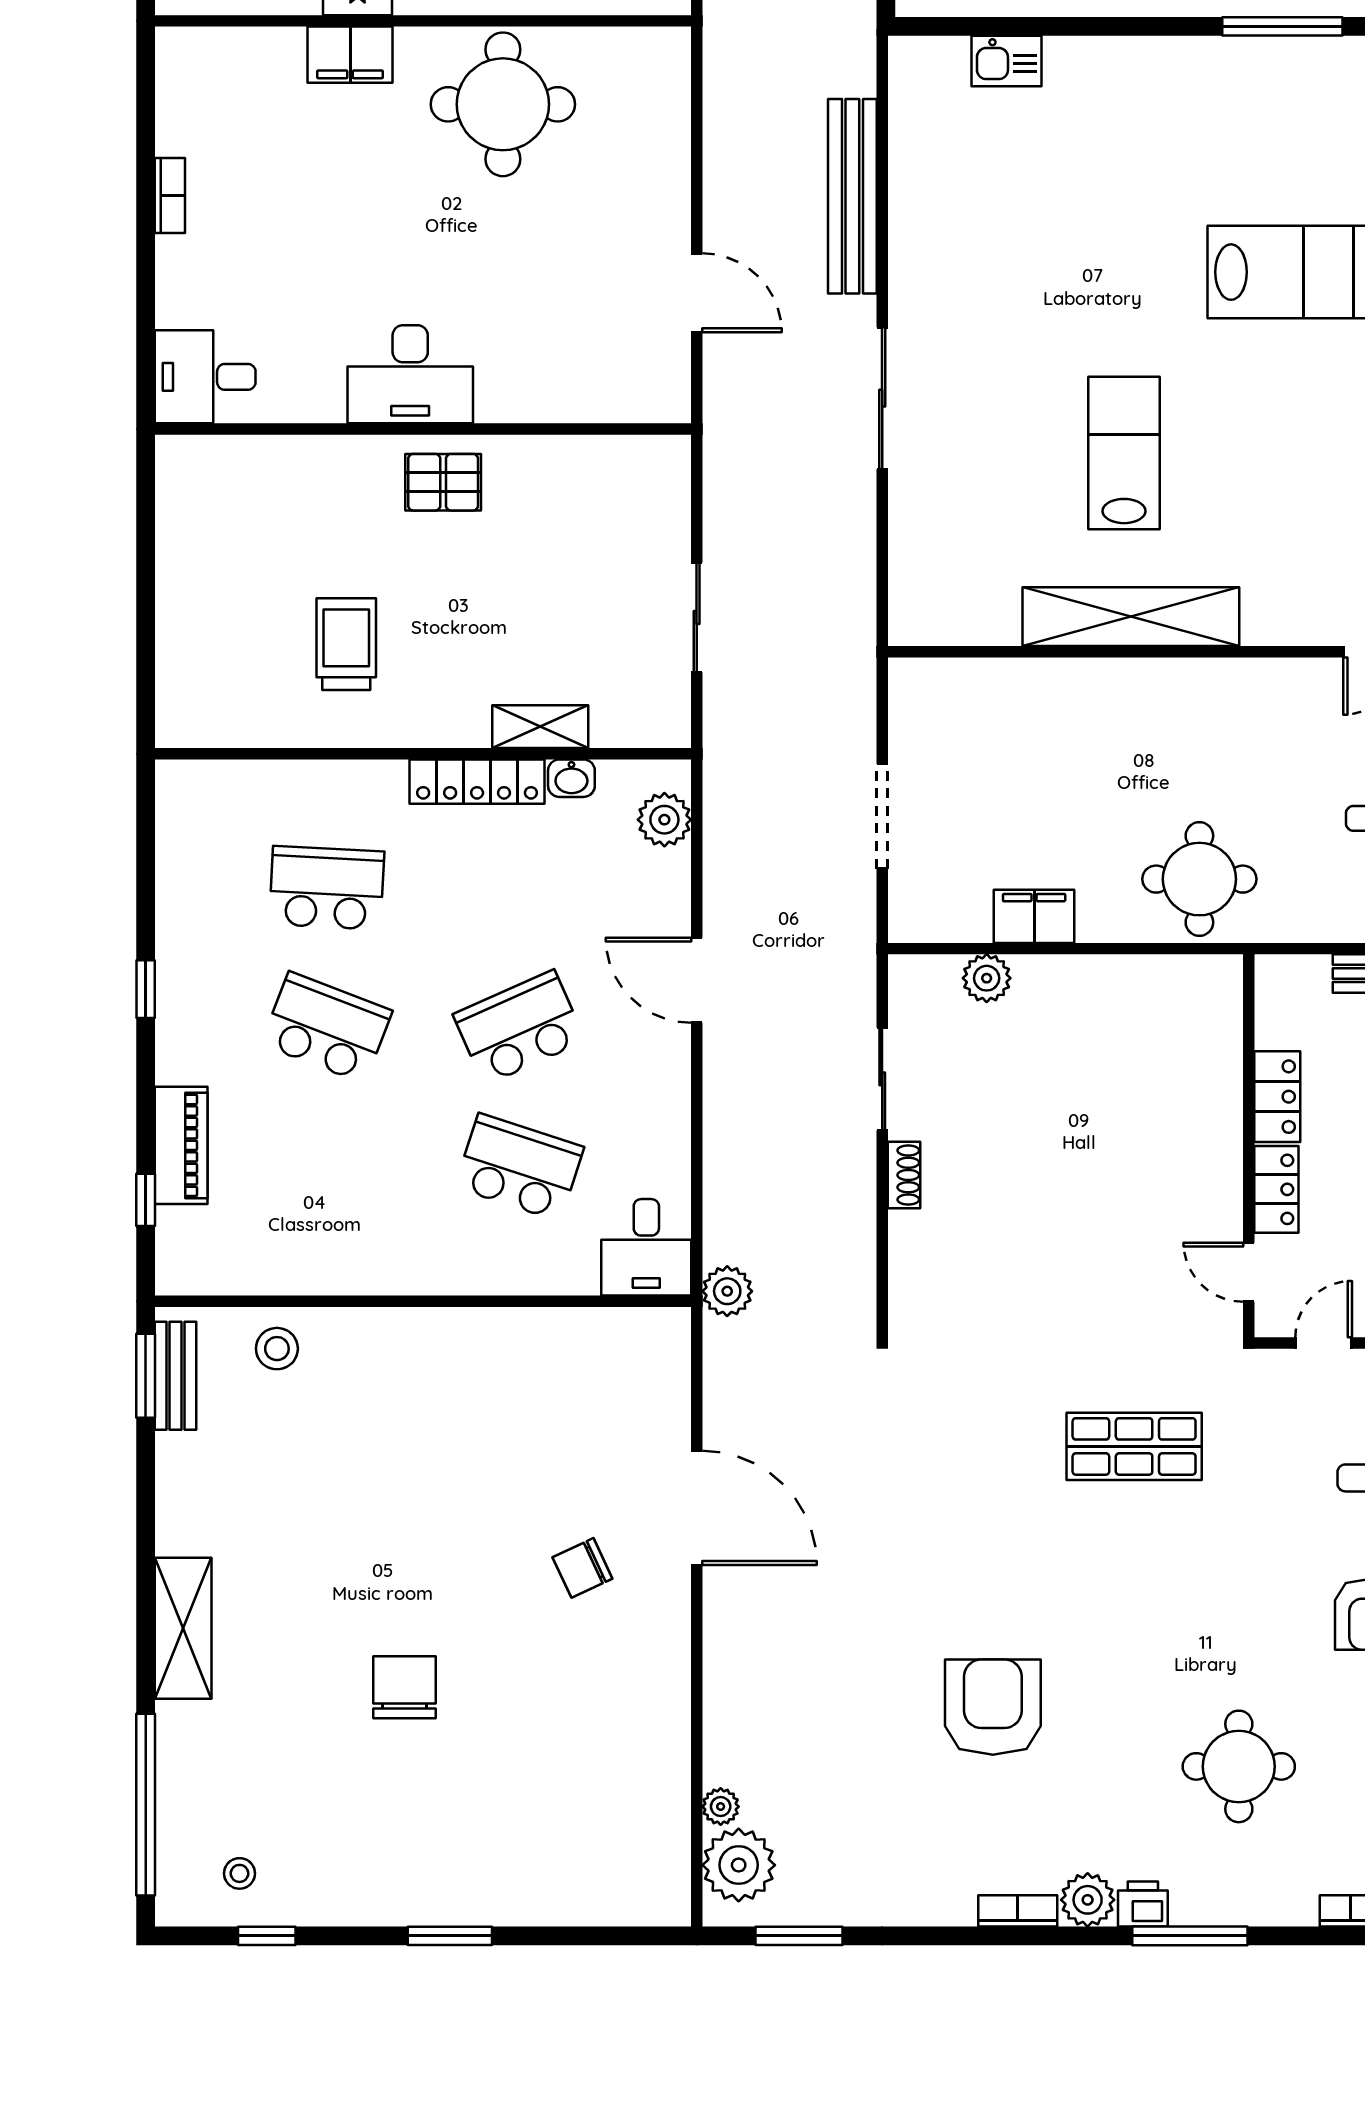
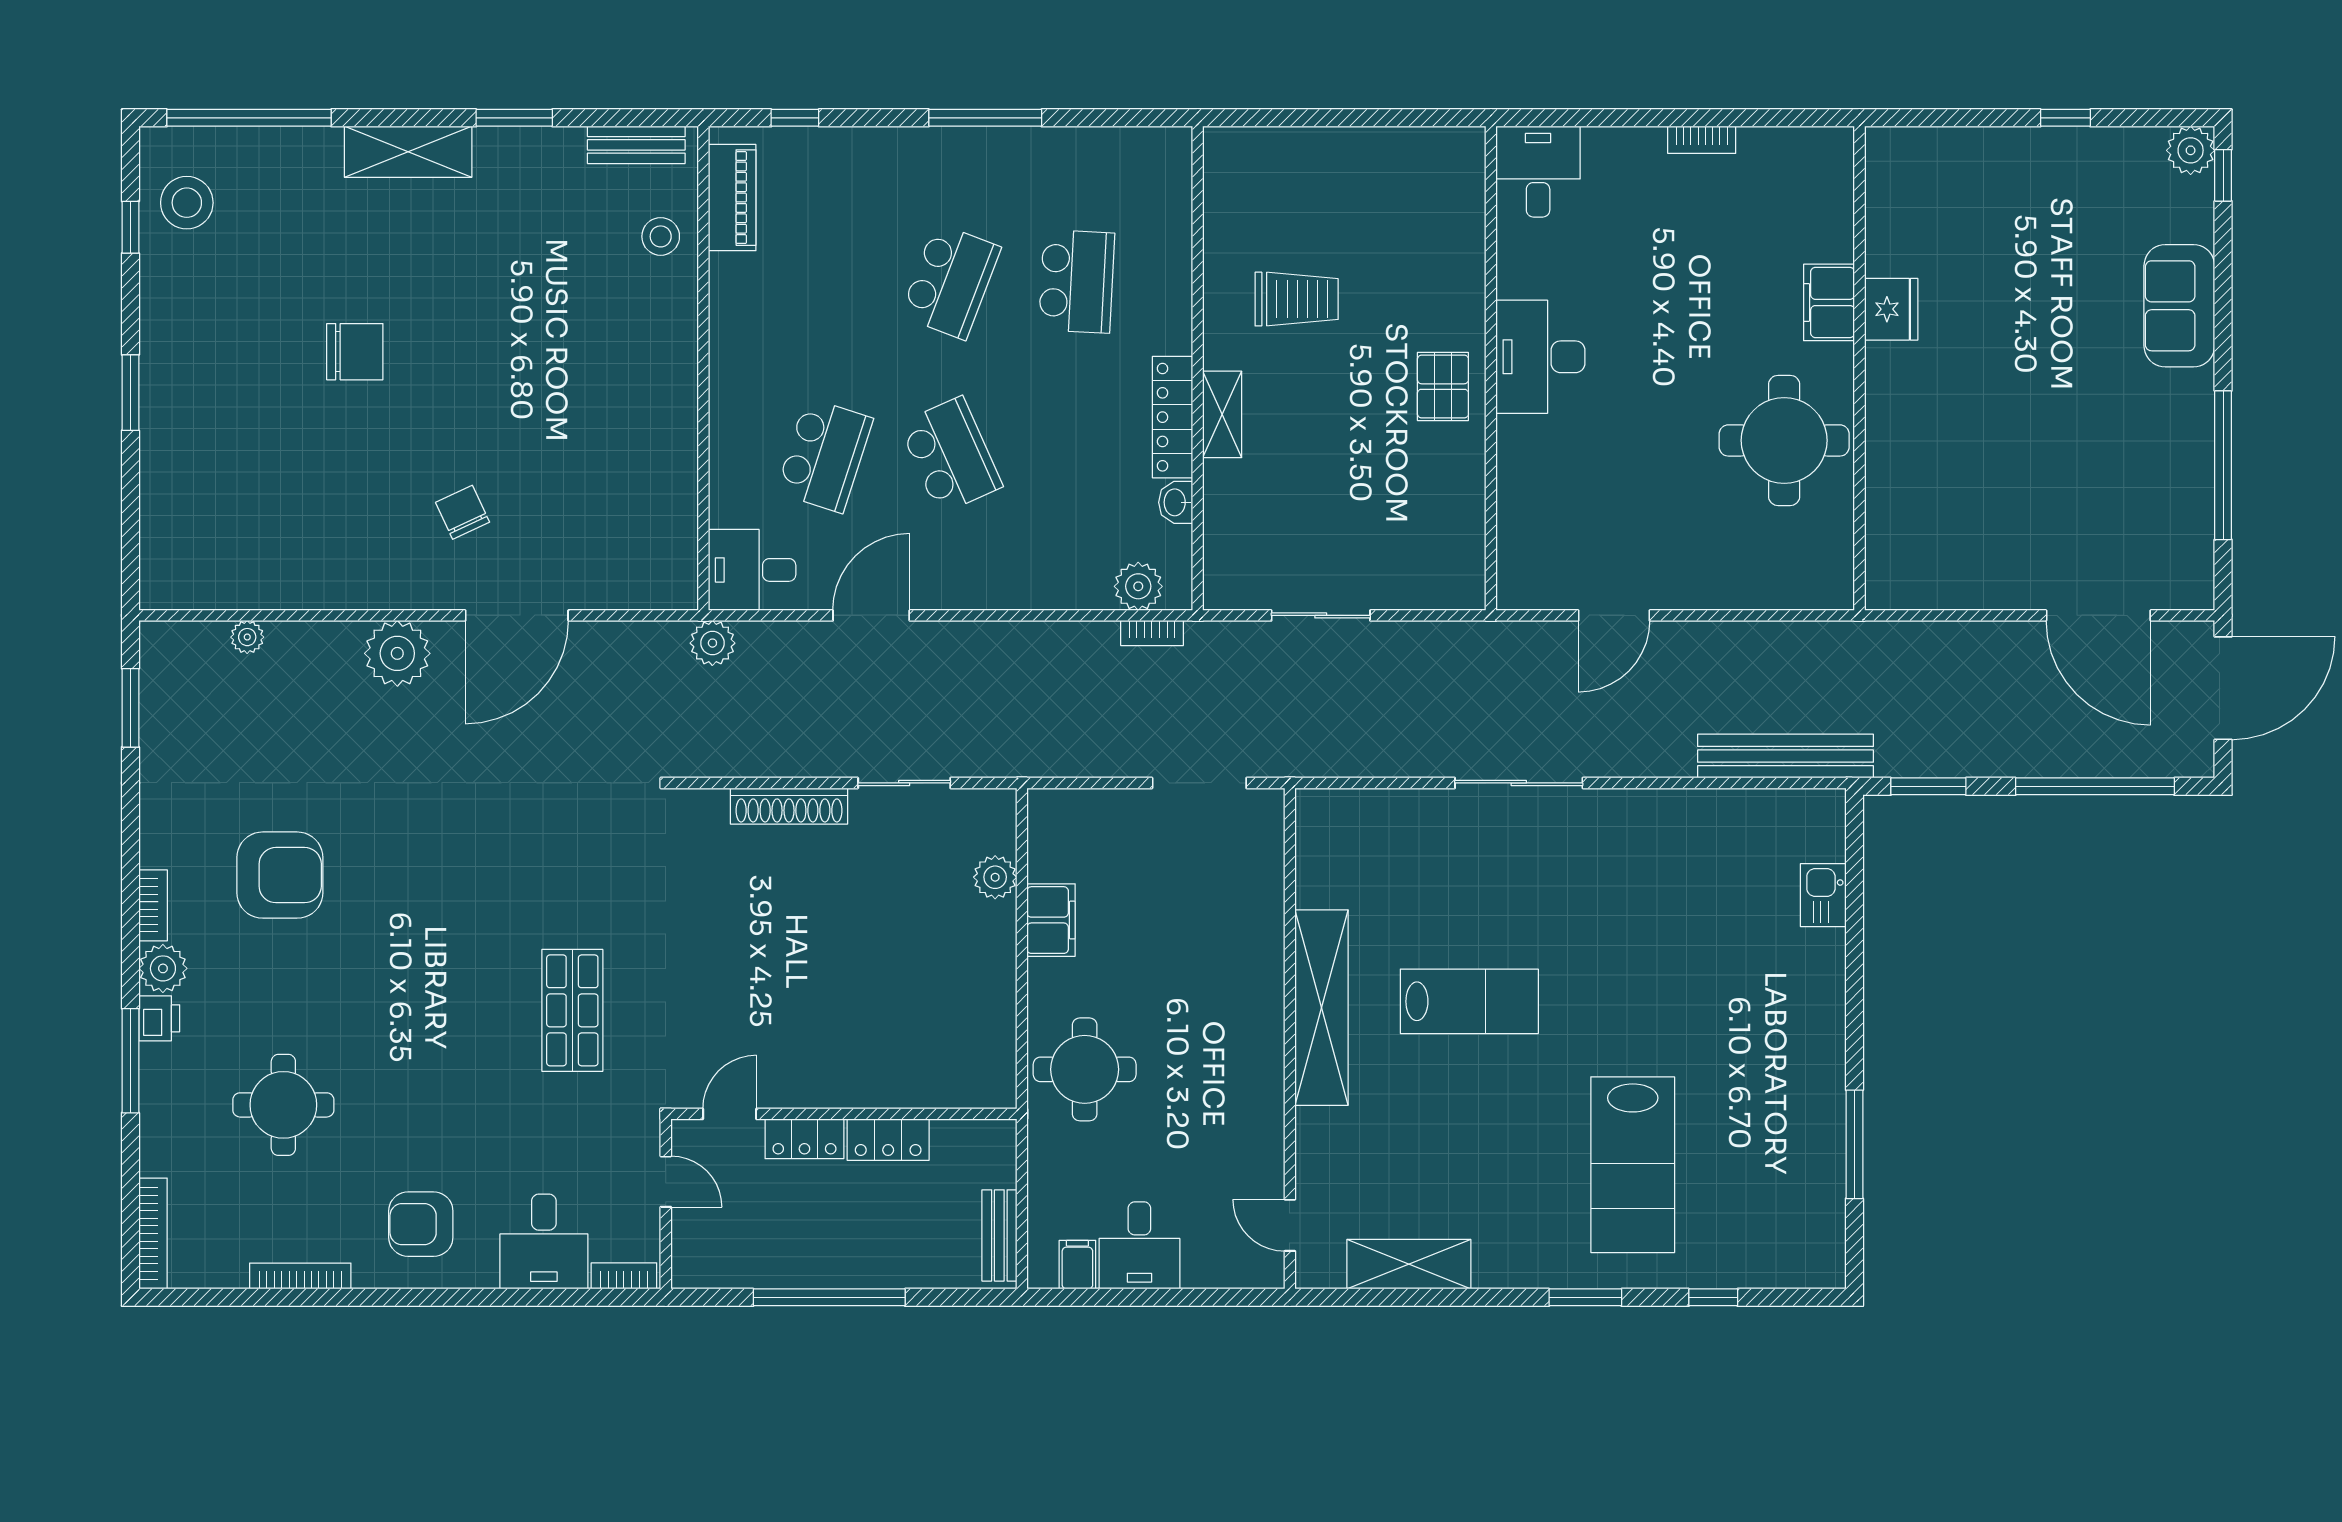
bench: (852, 196) -> (1785, 756), moved
shelving: (540, 727) -> (1222, 414), moved
bookcase: (716, 804) -> (1152, 633), added
doorway: (882, 816) -> (1199, 783), moved
door: (697, 980) -> (871, 615), moved
window: (146, 989) -> (985, 118), width x2.17
piano: (181, 1145) -> (732, 198), moved, turned -90
shoe rack: (904, 1175) -> (789, 806), width x1.94, depth x1.24
window: (146, 1376) -> (514, 118), moved
armchair: (993, 1707) -> (280, 875), moved
plant: (739, 1865) -> (397, 653), moved
stool: (240, 1873) -> (187, 203), width x1.89, depth x1.89

